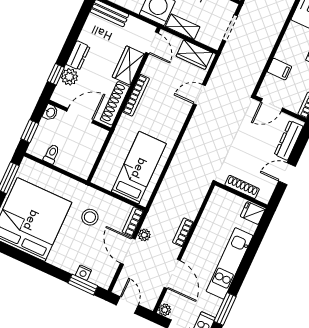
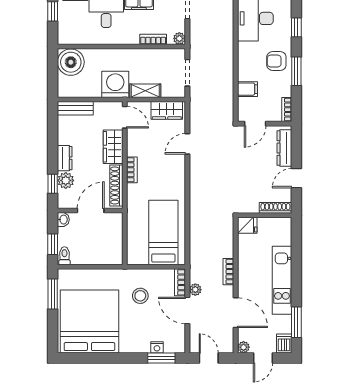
bookcase: (136, 95) -> (132, 170), width x0.64
toilet: (52, 154) -> (64, 256), moved
shoe rack: (242, 187) -> (275, 208), moved
fridge: (253, 213) -> (247, 225), moved, turned 180

